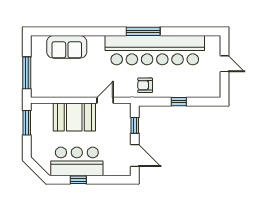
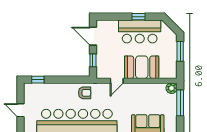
plant: (37, 91) -> (172, 88), added
window: (179, 102) -> (38, 80), moved
window: (27, 123) -> (180, 51), moved

